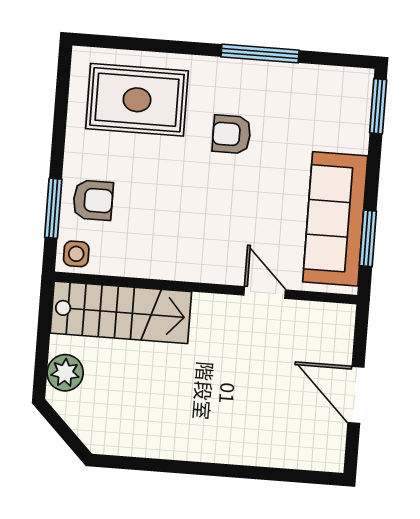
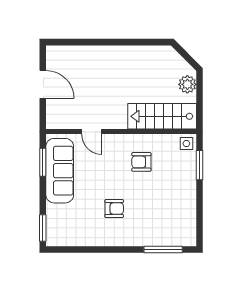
window: (260, 54) -> (163, 250), moved
rug: (137, 100) -> (162, 222), removed
armchair: (93, 200) -> (141, 162), moved

